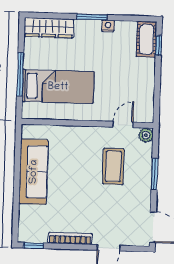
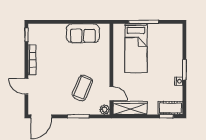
wardrobe: (49, 28) -> (130, 108), moved, turned 90
coffee table: (113, 166) -> (82, 88), turned -67
sofa: (34, 172) -> (83, 33), width x0.73

